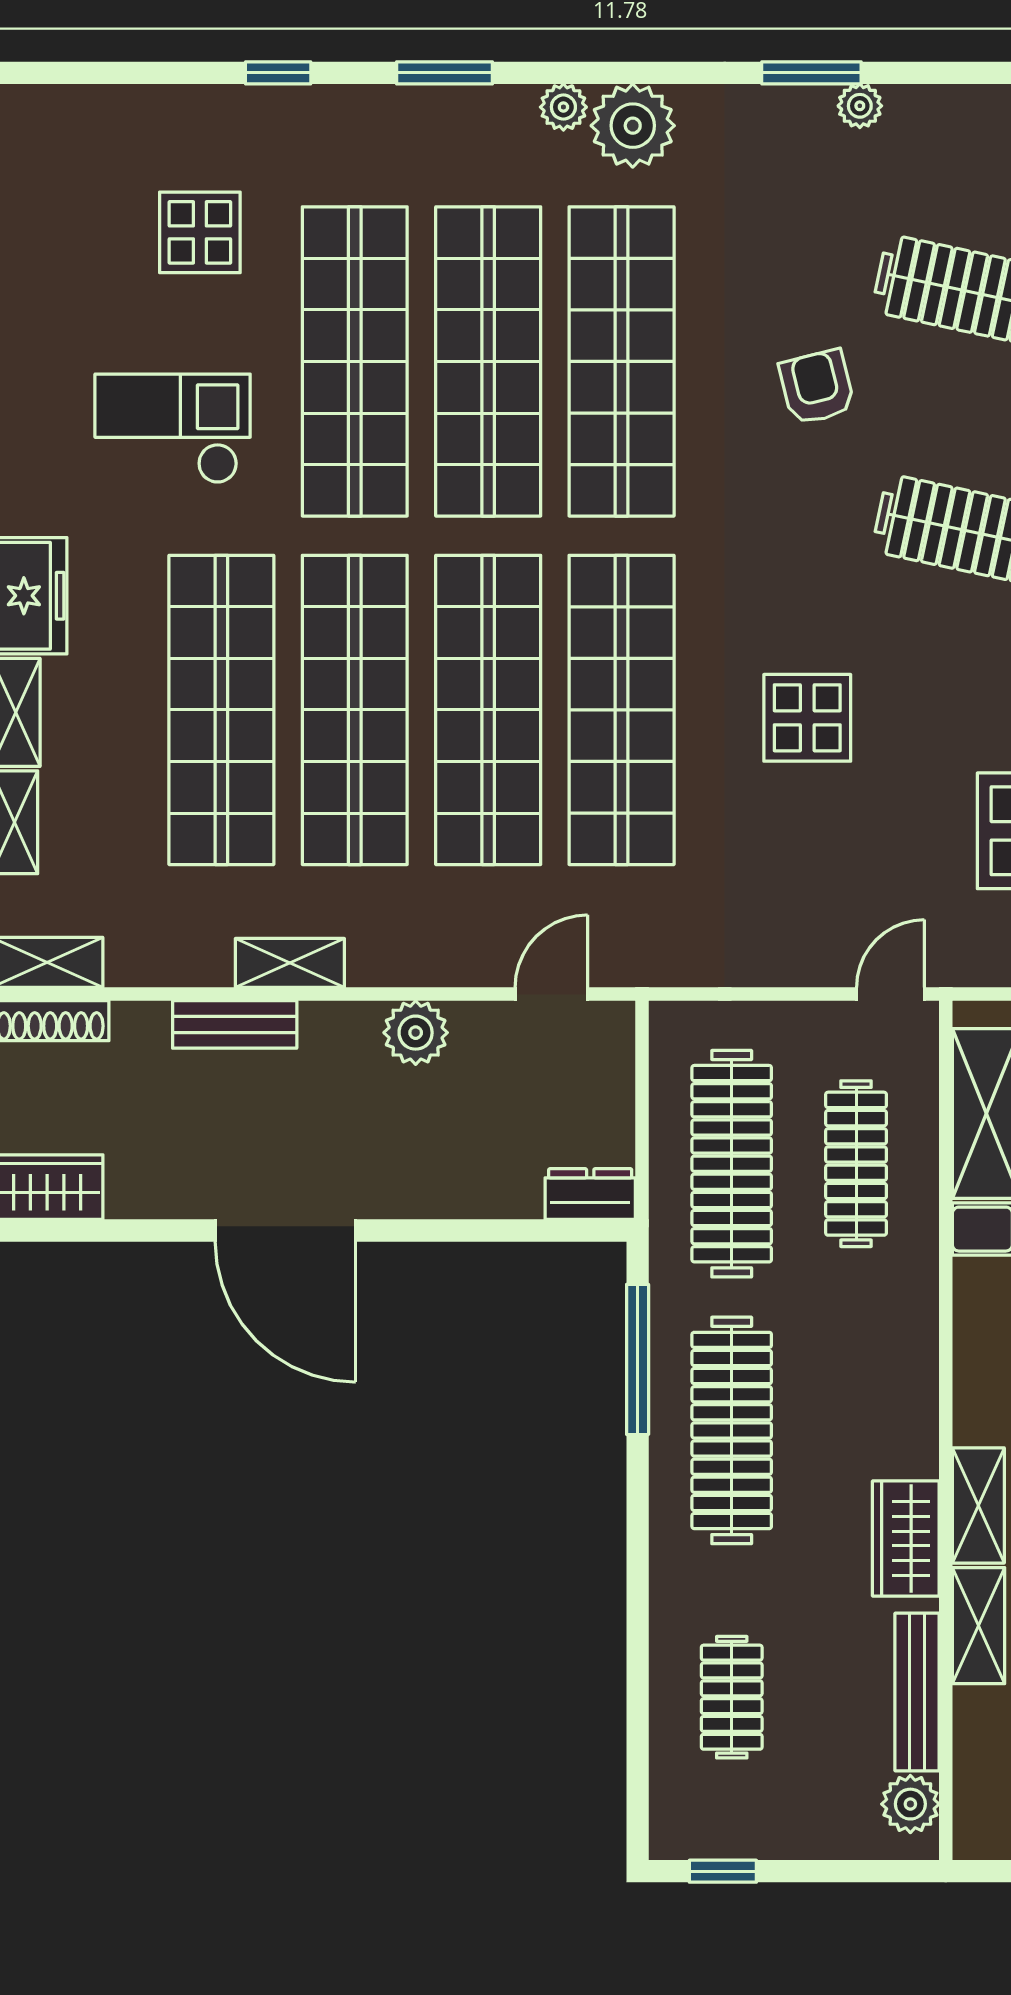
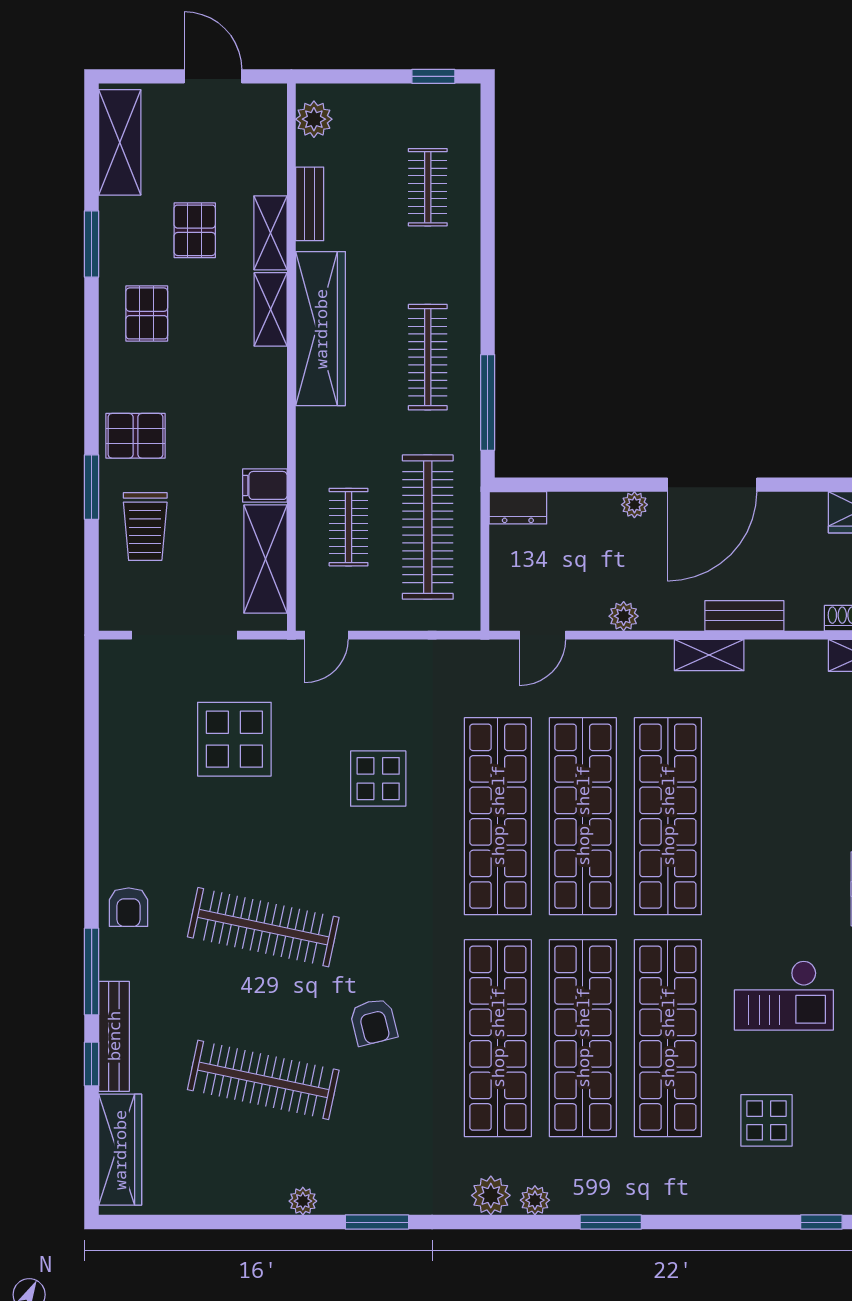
window: (278, 73) -> (821, 1222), moved
plant: (860, 106) -> (303, 1201), moved
plant: (633, 126) -> (491, 1195), width x0.73, depth x0.73
shop shelf: (221, 710) -> (753, 816), removed
display table: (807, 718) -> (378, 779), moved
plant: (416, 1033) -> (624, 616), width x0.73, depth x0.73
clothes rail: (856, 1164) -> (349, 527), width x0.73
plant: (407, 1199) -> (634, 505), added
door: (285, 1231) -> (712, 485), swing flipped
clothes rail: (732, 1430) -> (428, 357), width x0.73, depth x0.76
wardrobe: (906, 1539) -> (321, 329), width x2.10, depth x1.17
bench: (917, 1692) -> (310, 204), width x0.73

